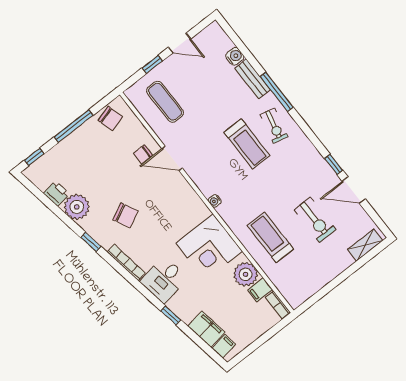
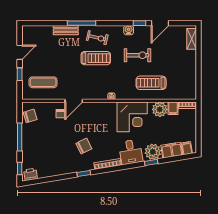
water cooler: (235, 56) -> (129, 30), moved
printer: (56, 194) -> (30, 174), moved
plant: (77, 207) -> (153, 152), moved
exercise bike: (315, 220) -> (138, 55), moved

